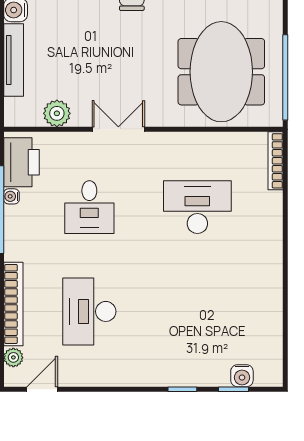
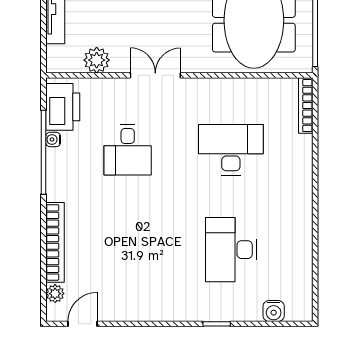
desk: (89, 311) -> (231, 250), moved
window: (233, 389) -> (265, 324), removed

